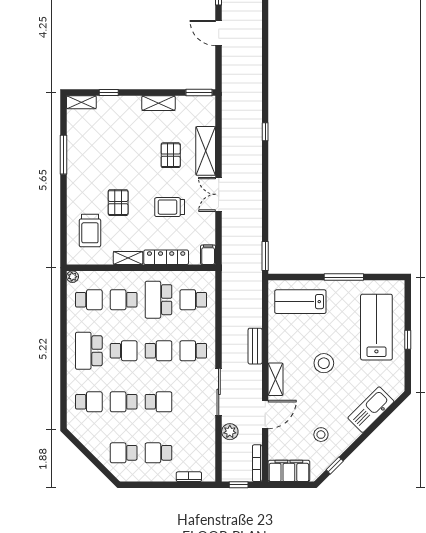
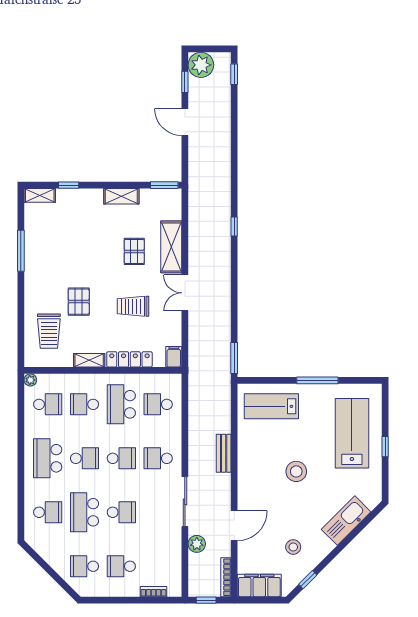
shelving: (276, 379) -> (245, 488), removed
school desk: (124, 402) -> (84, 512), width x1.85

